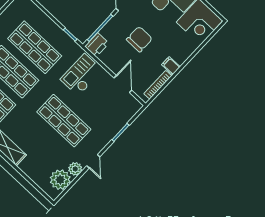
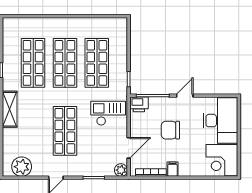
chair: (139, 39) -> (170, 130), turned 180
plant: (75, 169) -> (121, 170), moved

